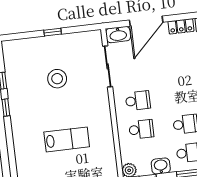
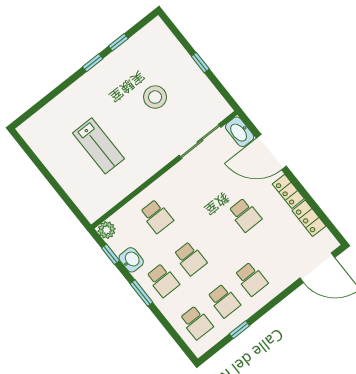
school desk: (138, 101) -> (245, 215), moved

